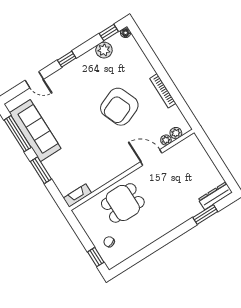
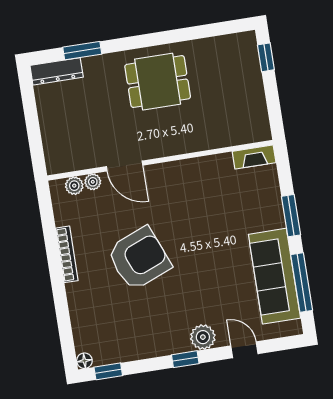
plant: (104, 50) -> (203, 337), moved
dining table: (123, 203) -> (158, 82), moved
chair: (109, 242) -> (237, 71), removed

